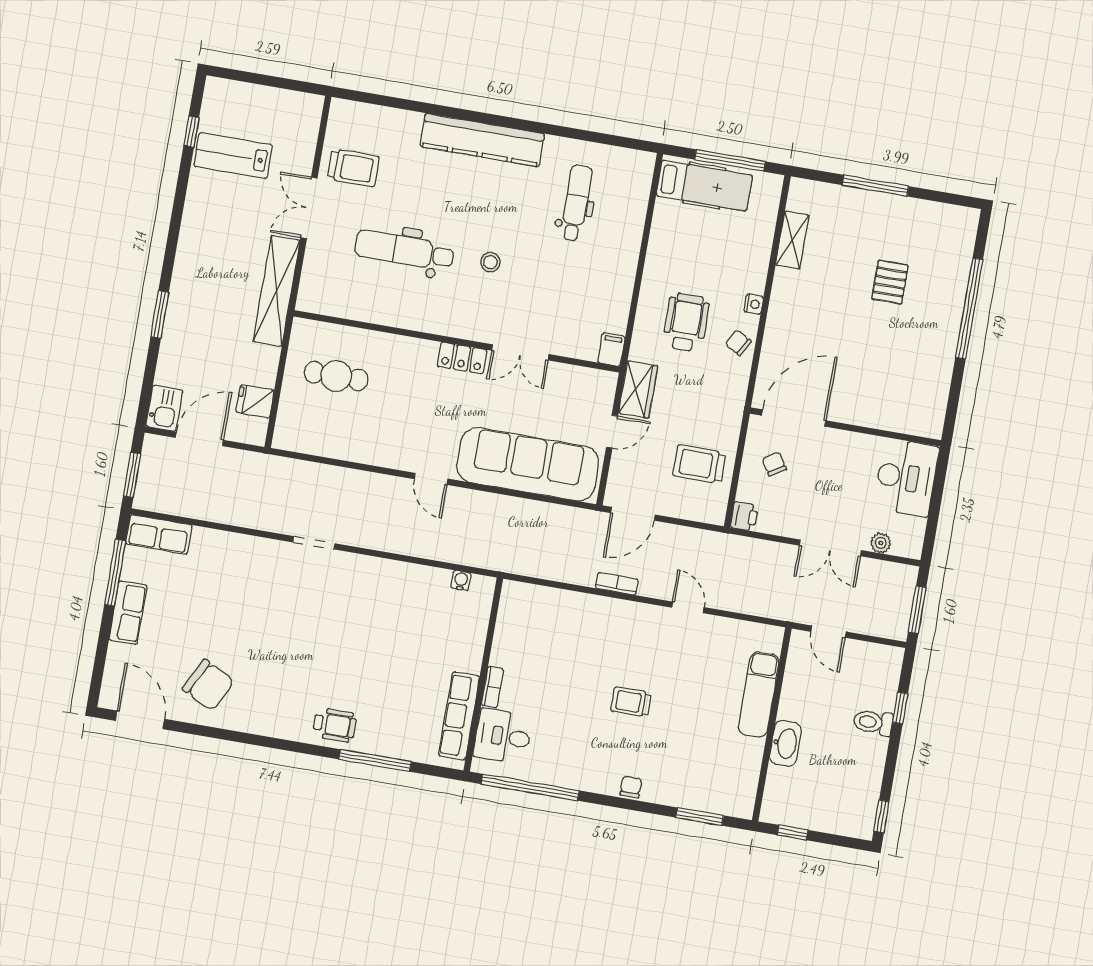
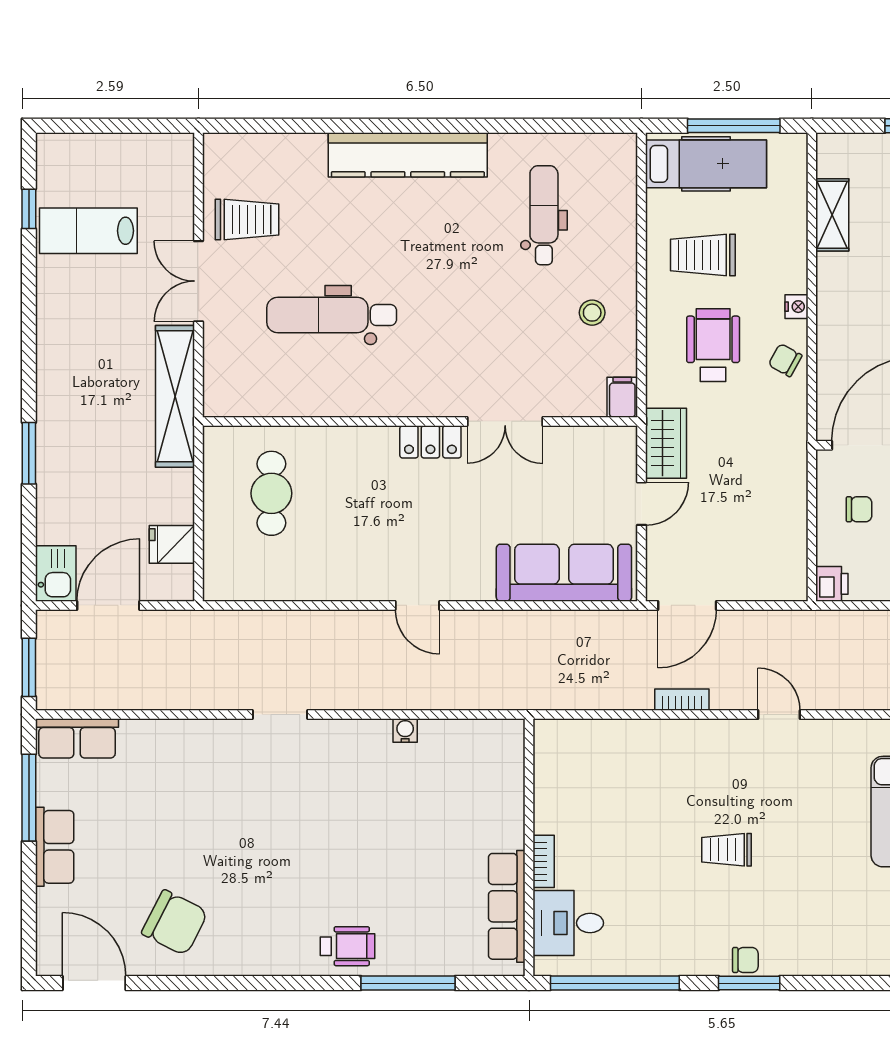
stool: (490, 262) -> (592, 313), moved
cafe table: (336, 376) -> (271, 493), turned 90
sofa: (528, 464) -> (564, 573), width x0.74, depth x0.79
trolley: (699, 464) -> (703, 255), moved
chair: (774, 464) -> (859, 509), turned 122
water cooler: (461, 581) -> (405, 731), moved
chair: (631, 787) -> (745, 960), turned 90
window: (700, 817) -> (749, 983), moved

